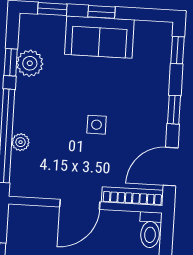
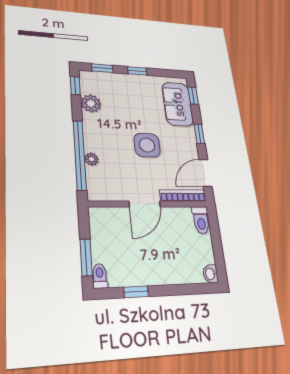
sofa: (99, 37) -> (178, 104), moved, turned 90
window: (11, 62) -> (75, 86), moved
side table: (97, 125) -> (147, 145), width x1.87, depth x1.87

